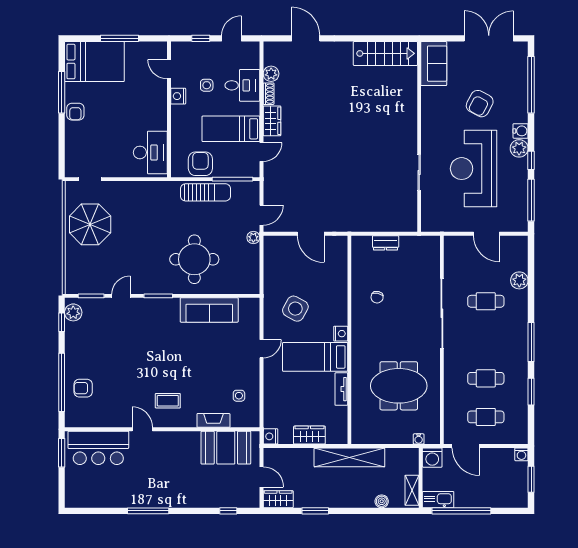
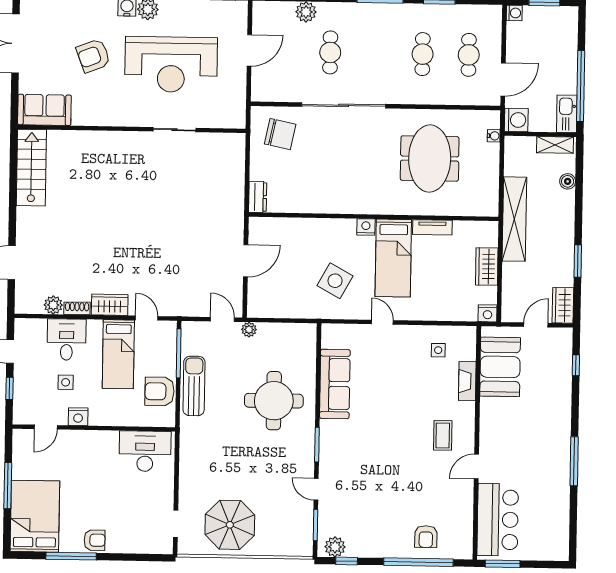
armchair: (480, 104) -> (93, 56), turned 131
dresser: (386, 243) -> (258, 197), moved
chair: (377, 297) -> (280, 134), moved, width x1.87, depth x1.87

